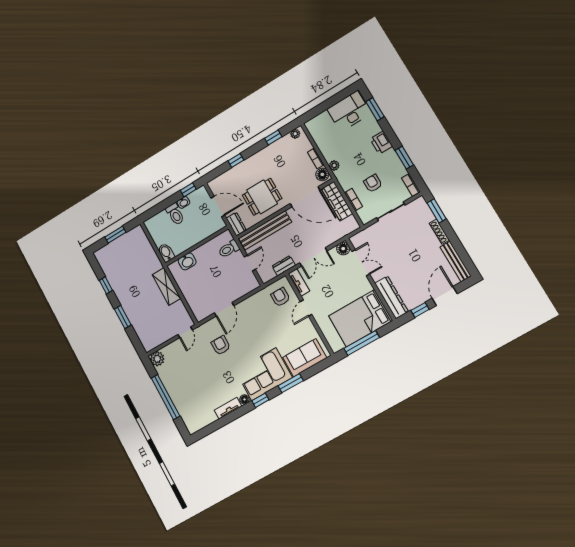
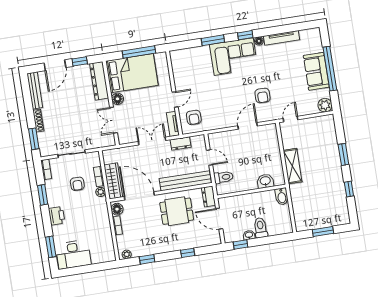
plant: (334, 166) -> (101, 192), moved
floor lamp: (343, 249) -> (117, 99), moved
door: (250, 263) -> (210, 158), swing flipped
sofa: (305, 358) -> (316, 71), moved, turned 90
tv unit: (228, 408) -> (282, 38), width x1.41

